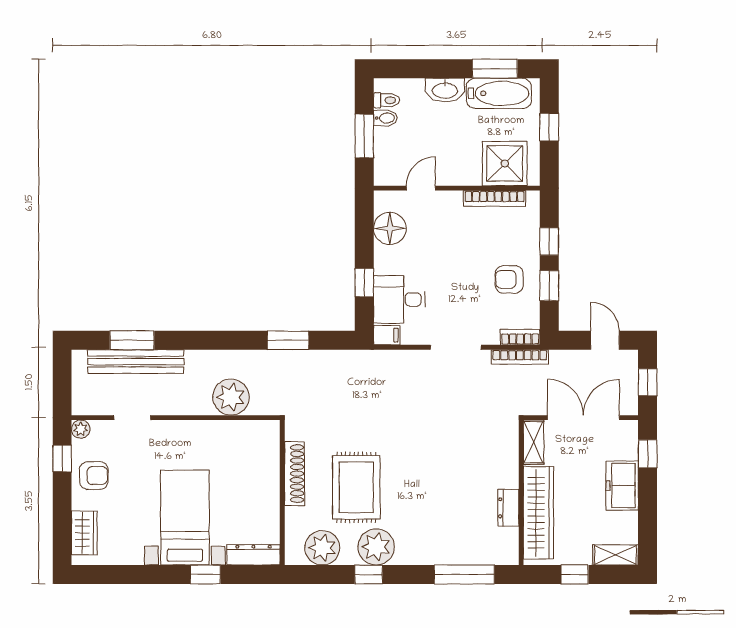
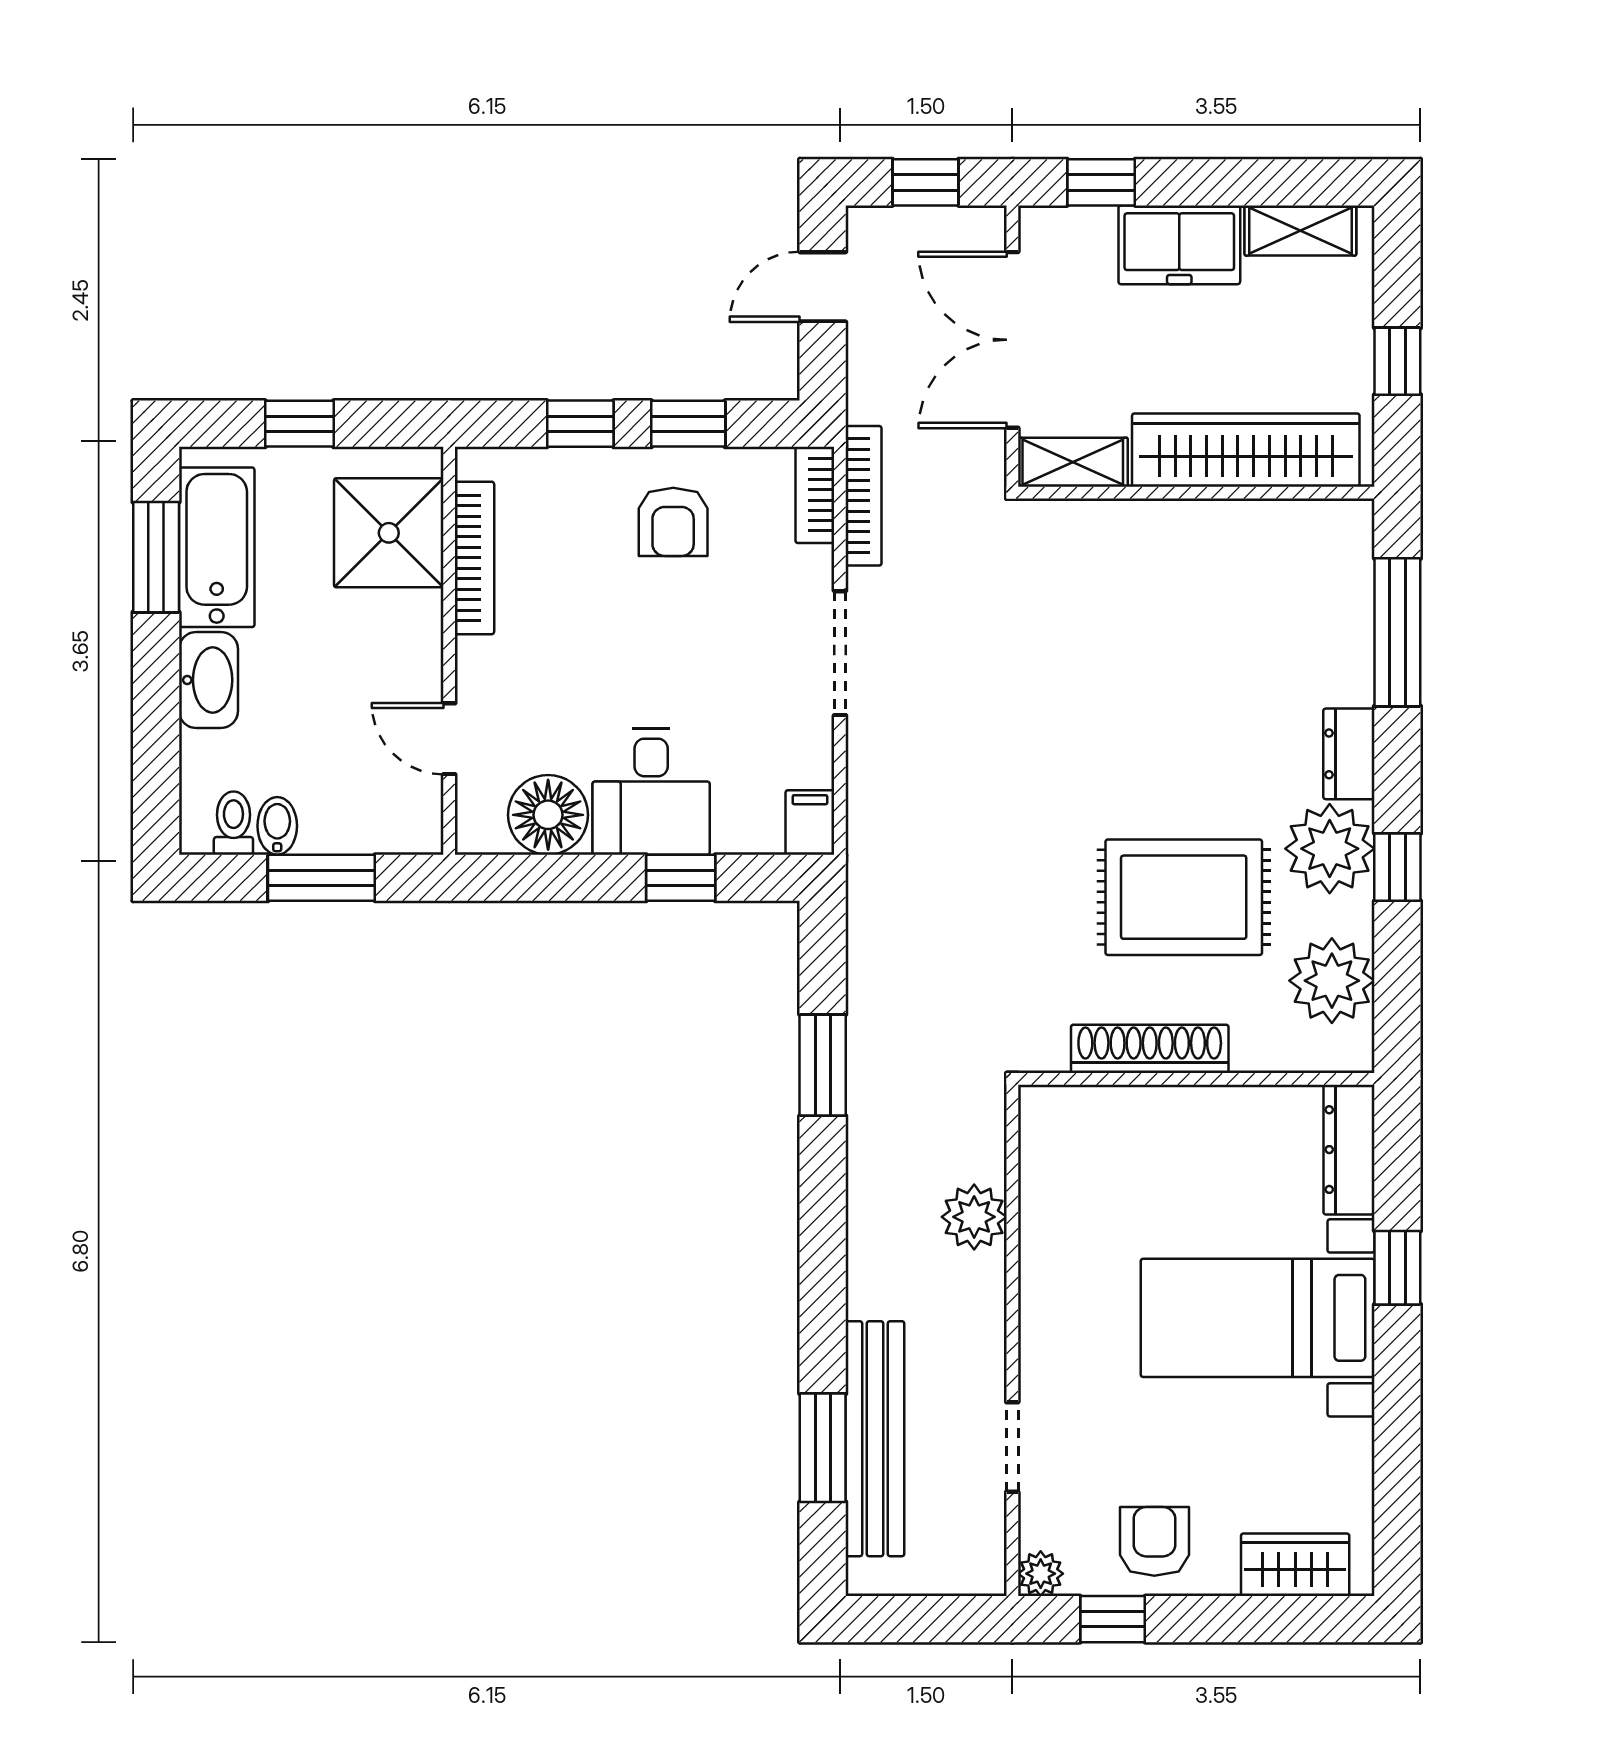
desk: (399, 299) -> (651, 792), moved
plant: (231, 397) -> (974, 1217), width x0.73, depth x0.73
dresser: (508, 508) -> (1349, 754), moved, turned 90
shelving: (615, 555) -> (1300, 230), moved, turned 90

